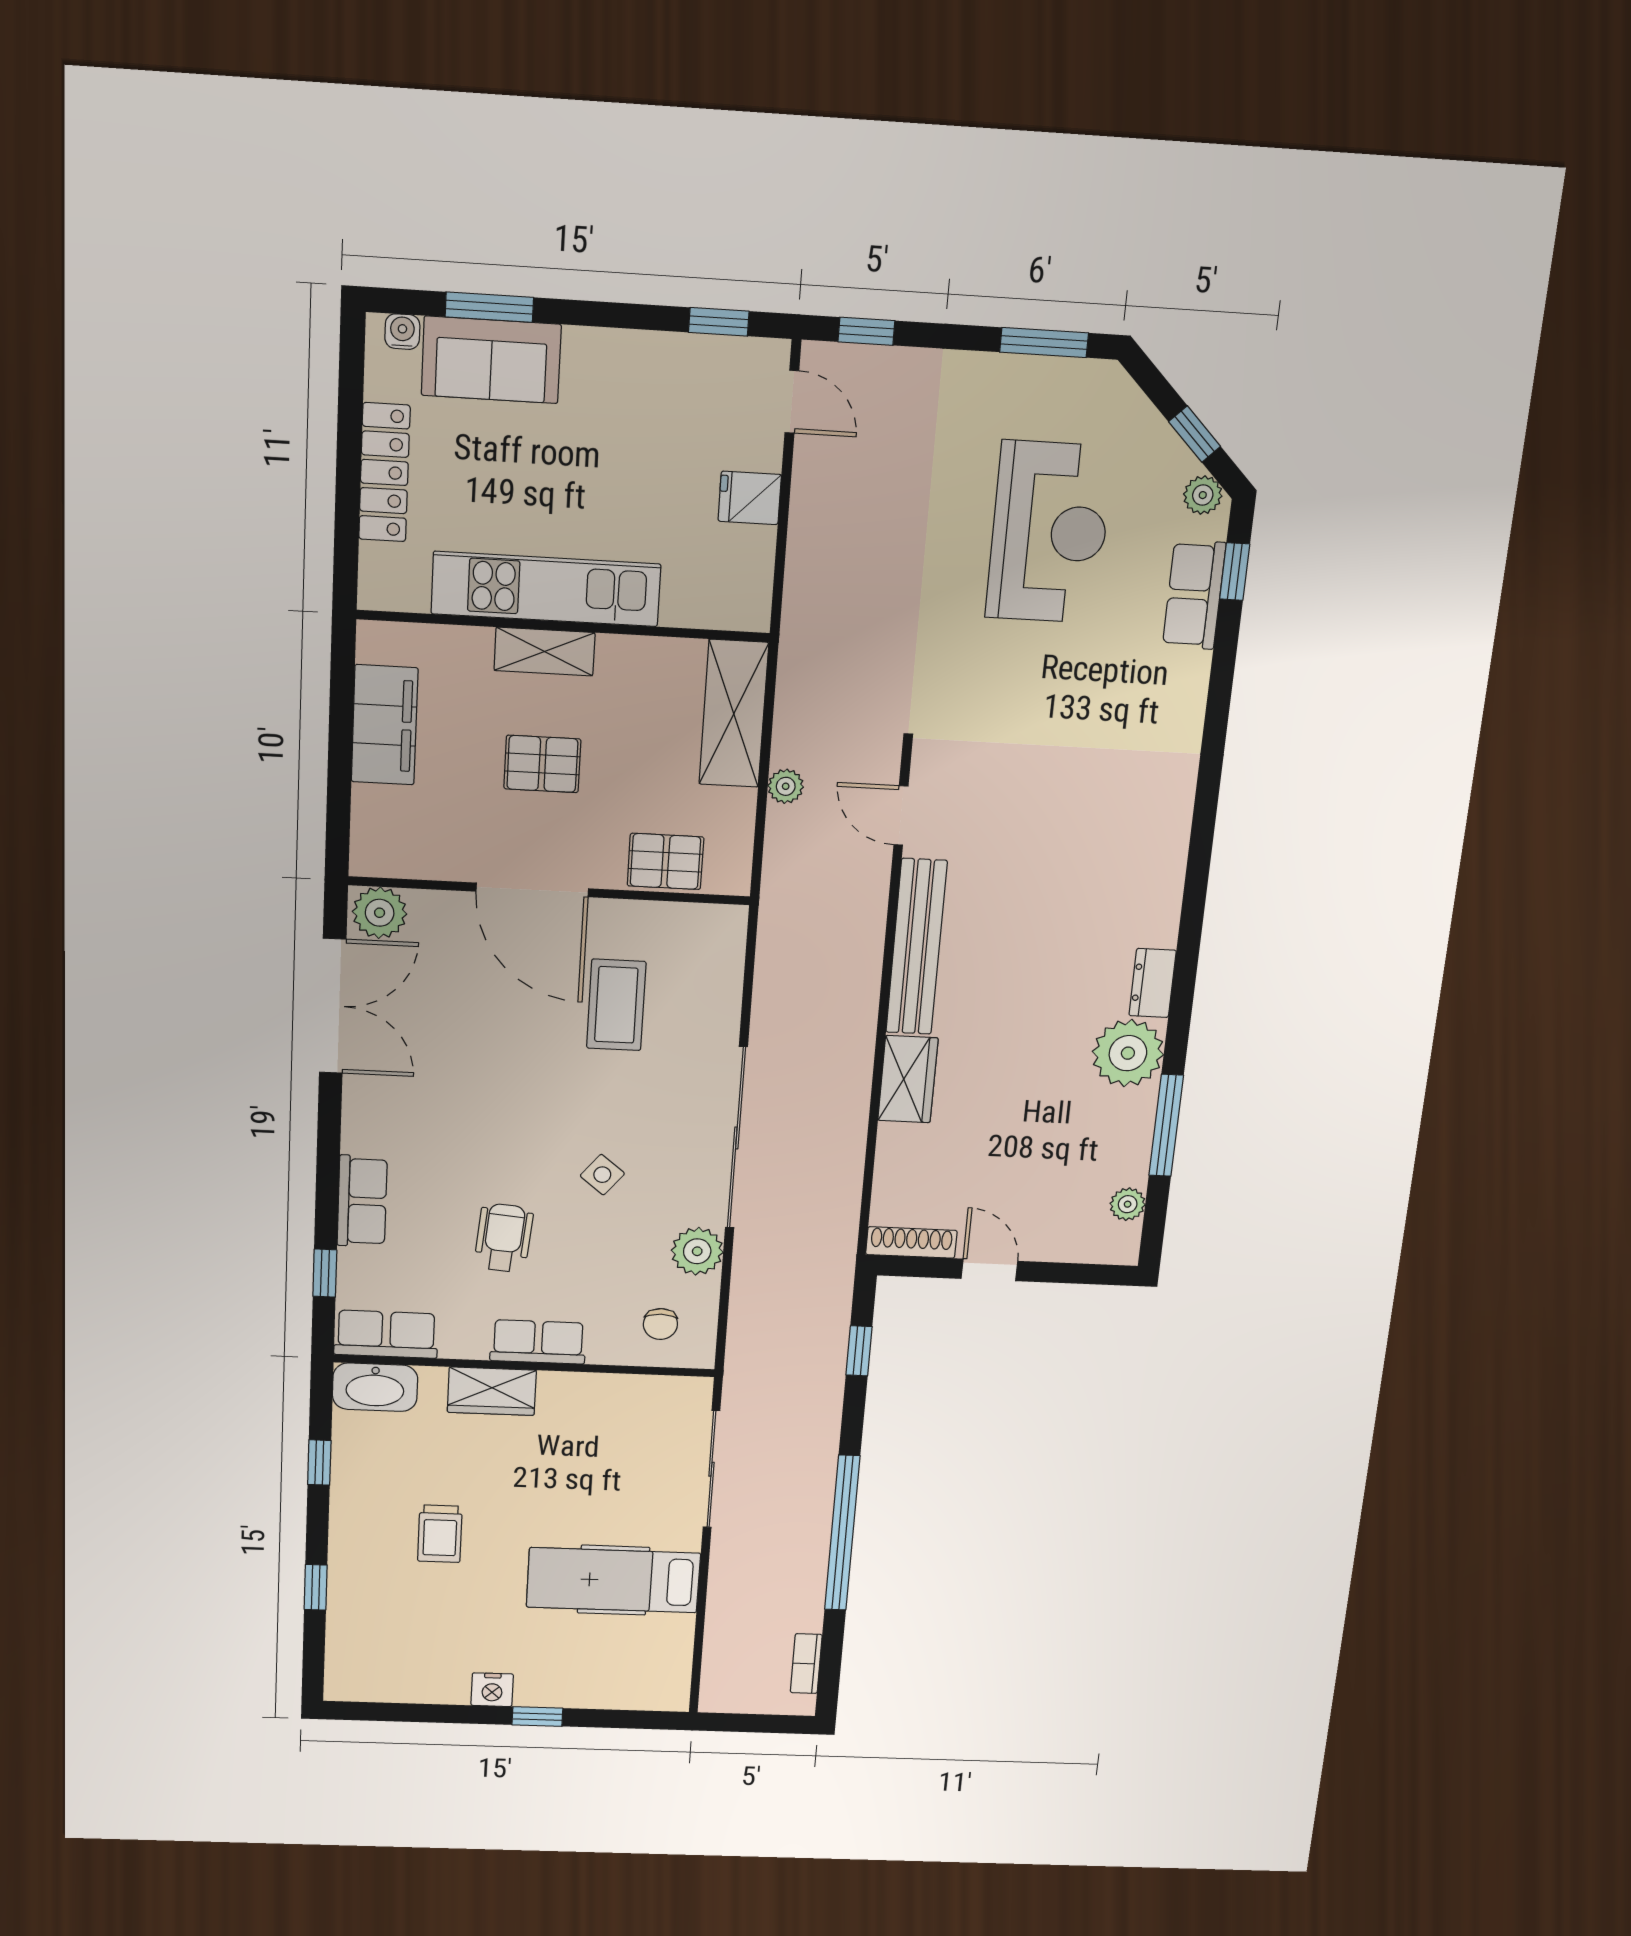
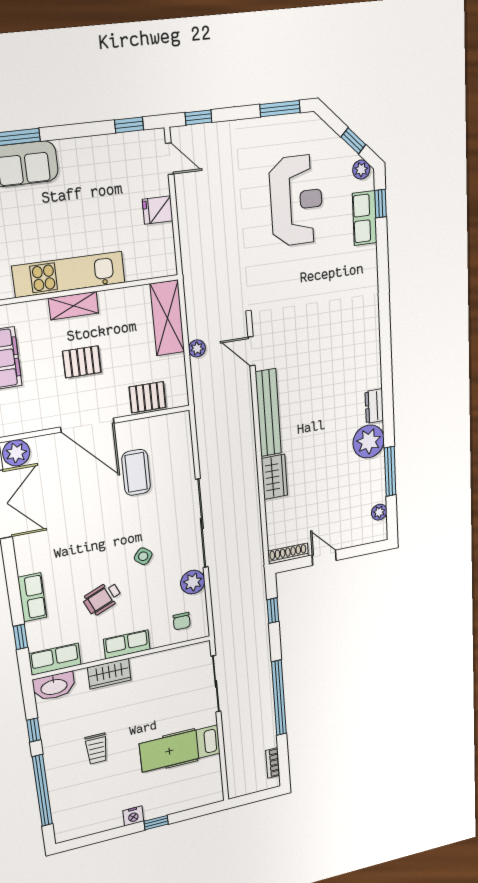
wheelchair: (504, 1238) -> (102, 598), turned -118
window: (316, 1587) -> (42, 791), width x3.17

